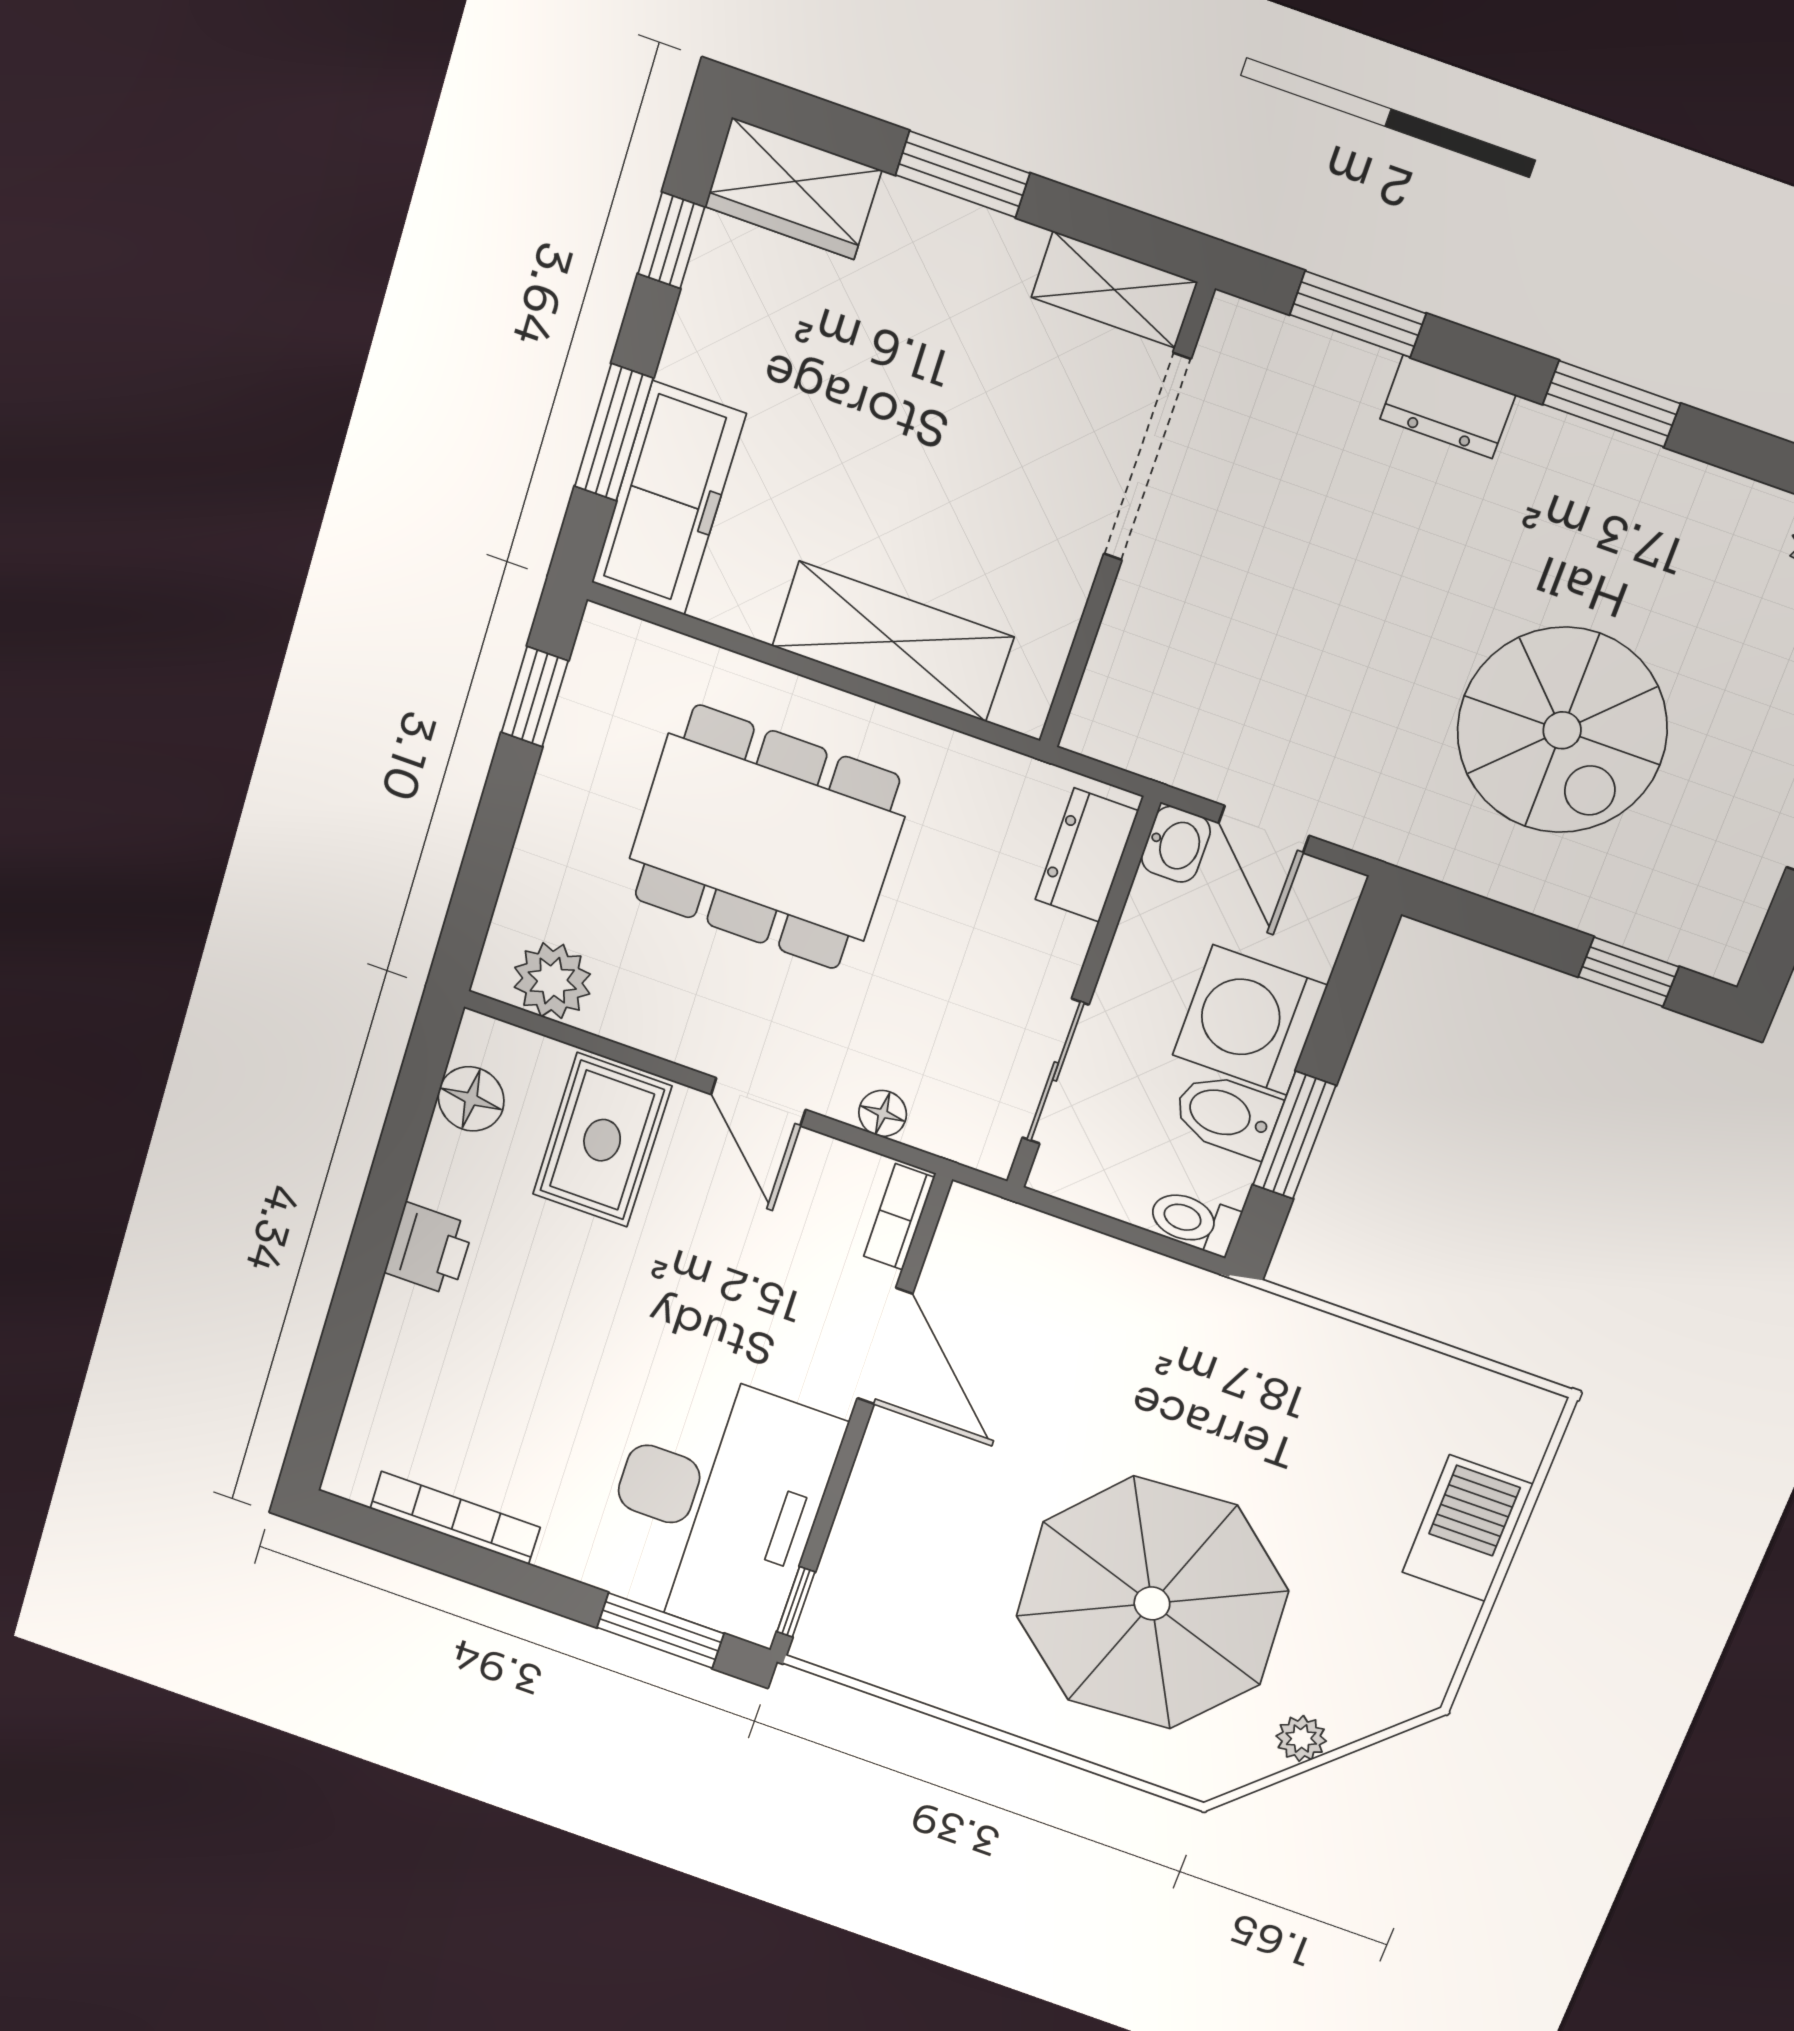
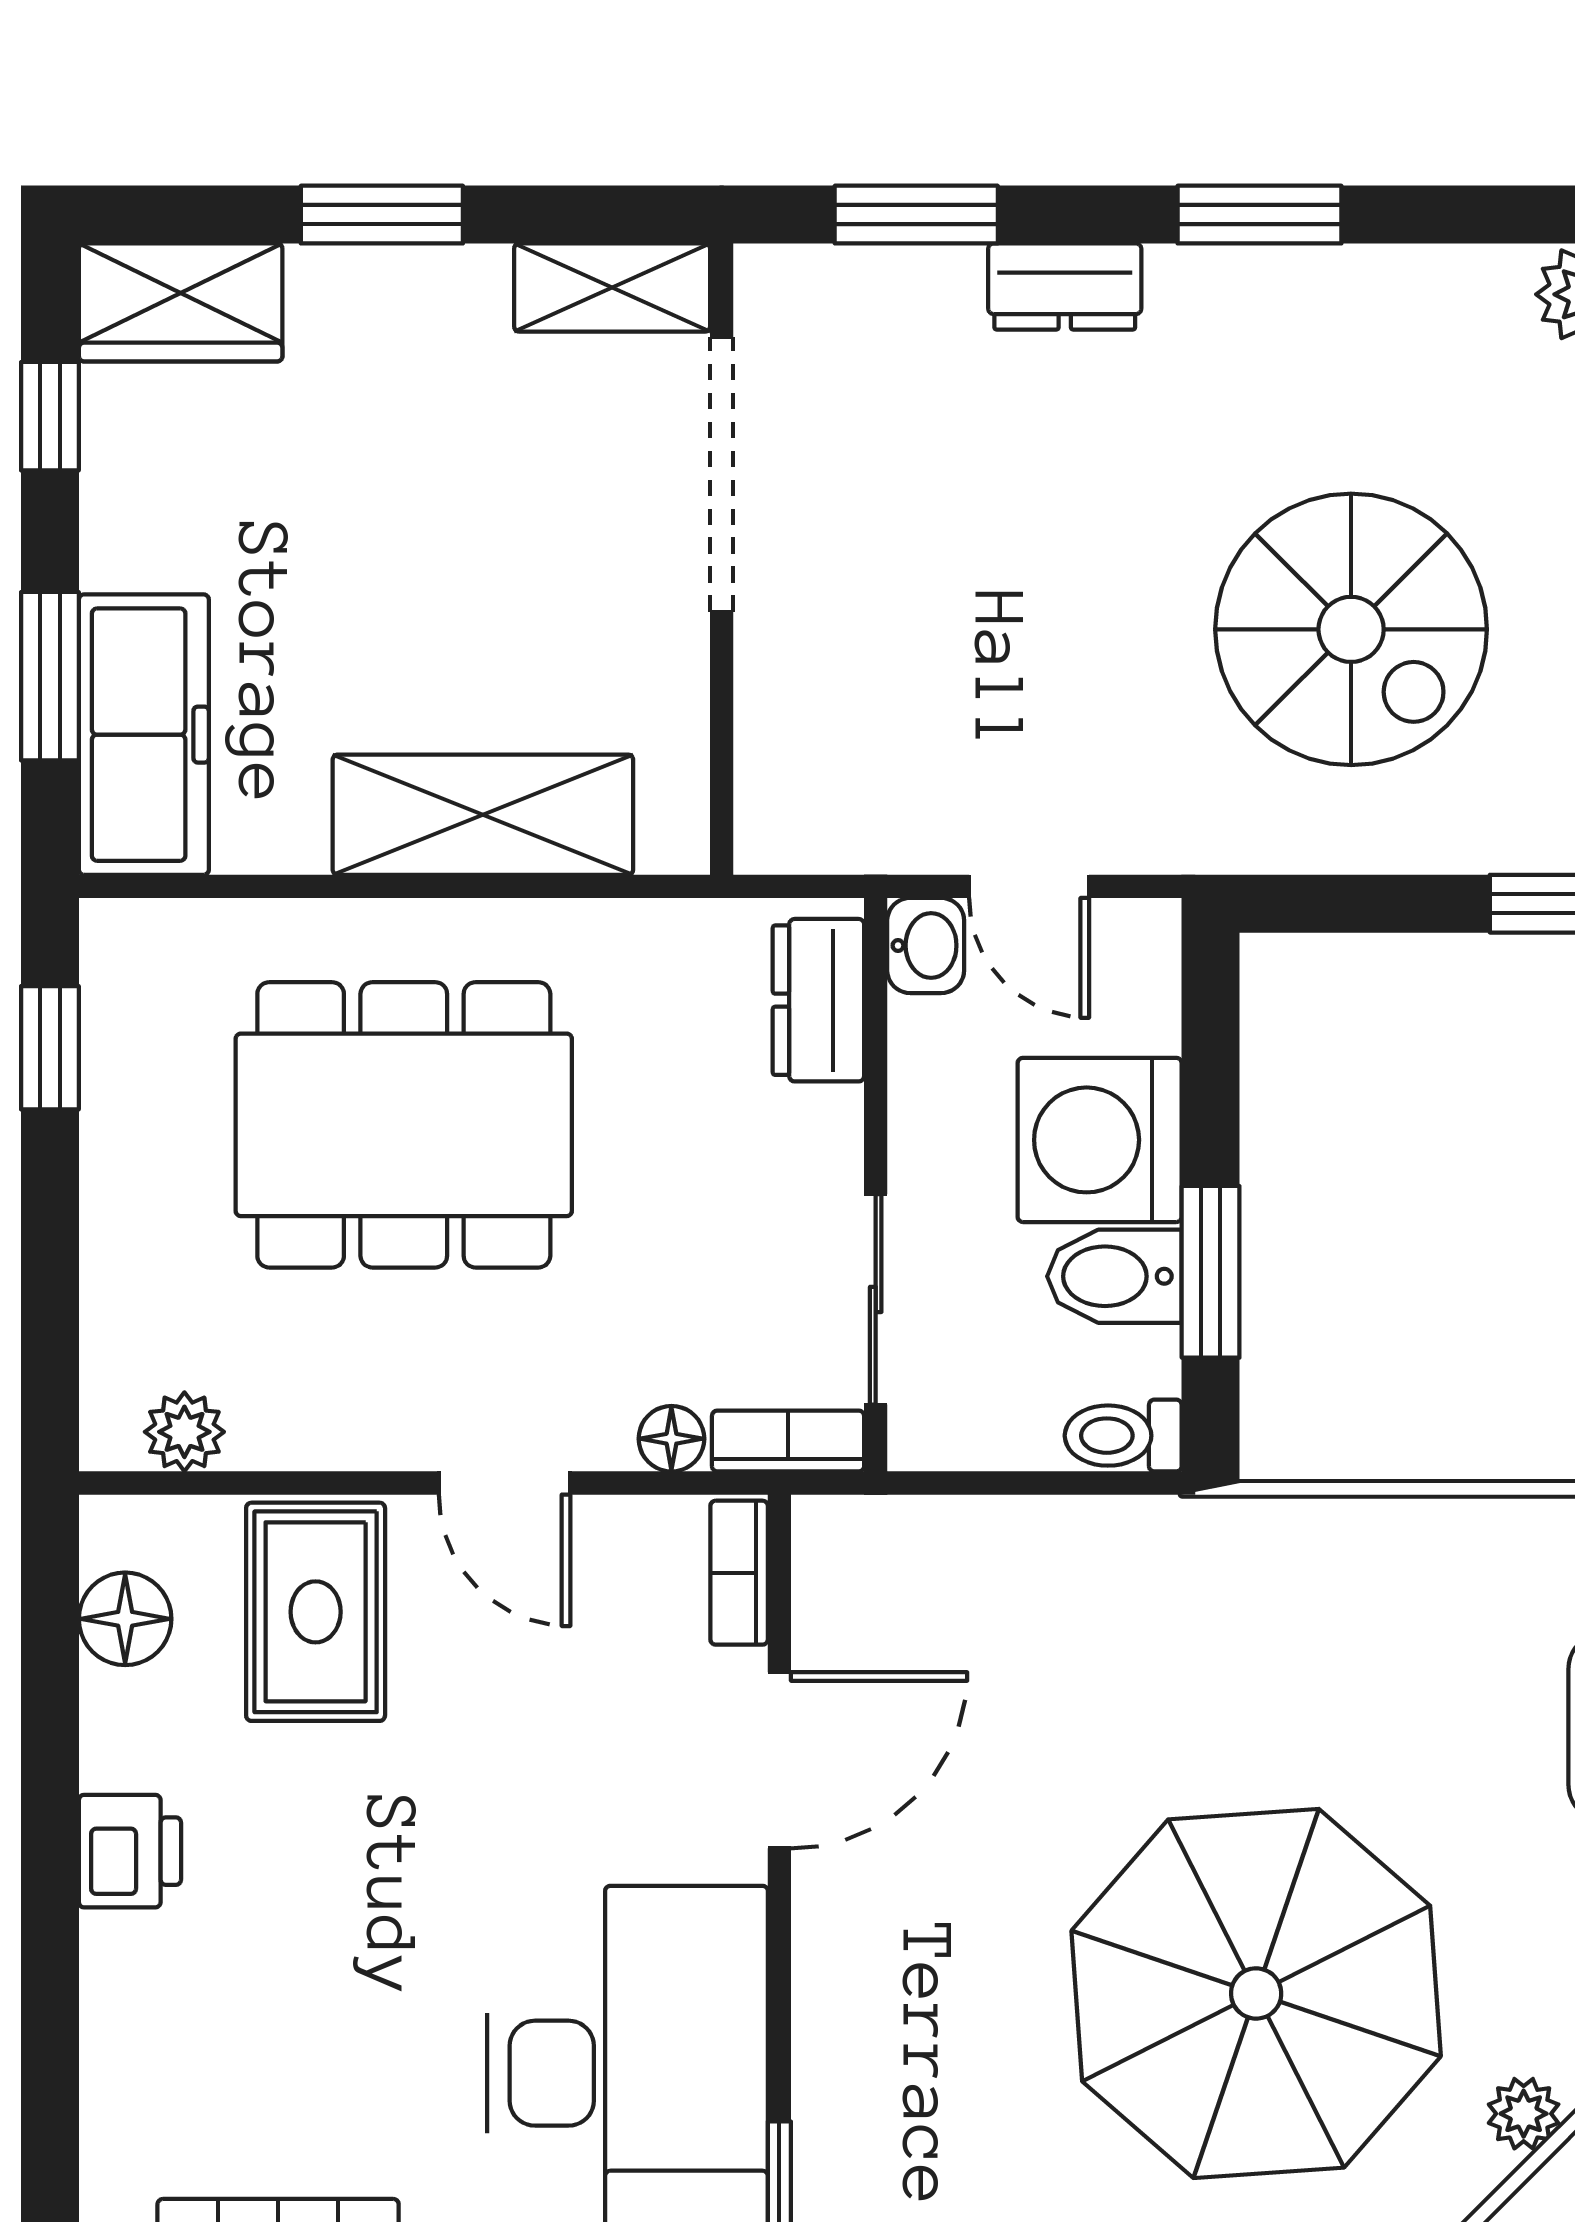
plant: (552, 981) -> (184, 1432), width x0.73, depth x0.73
bookcase: (962, 1143) -> (788, 1441), added
door: (885, 1346) -> (779, 1760), hinge flipped

